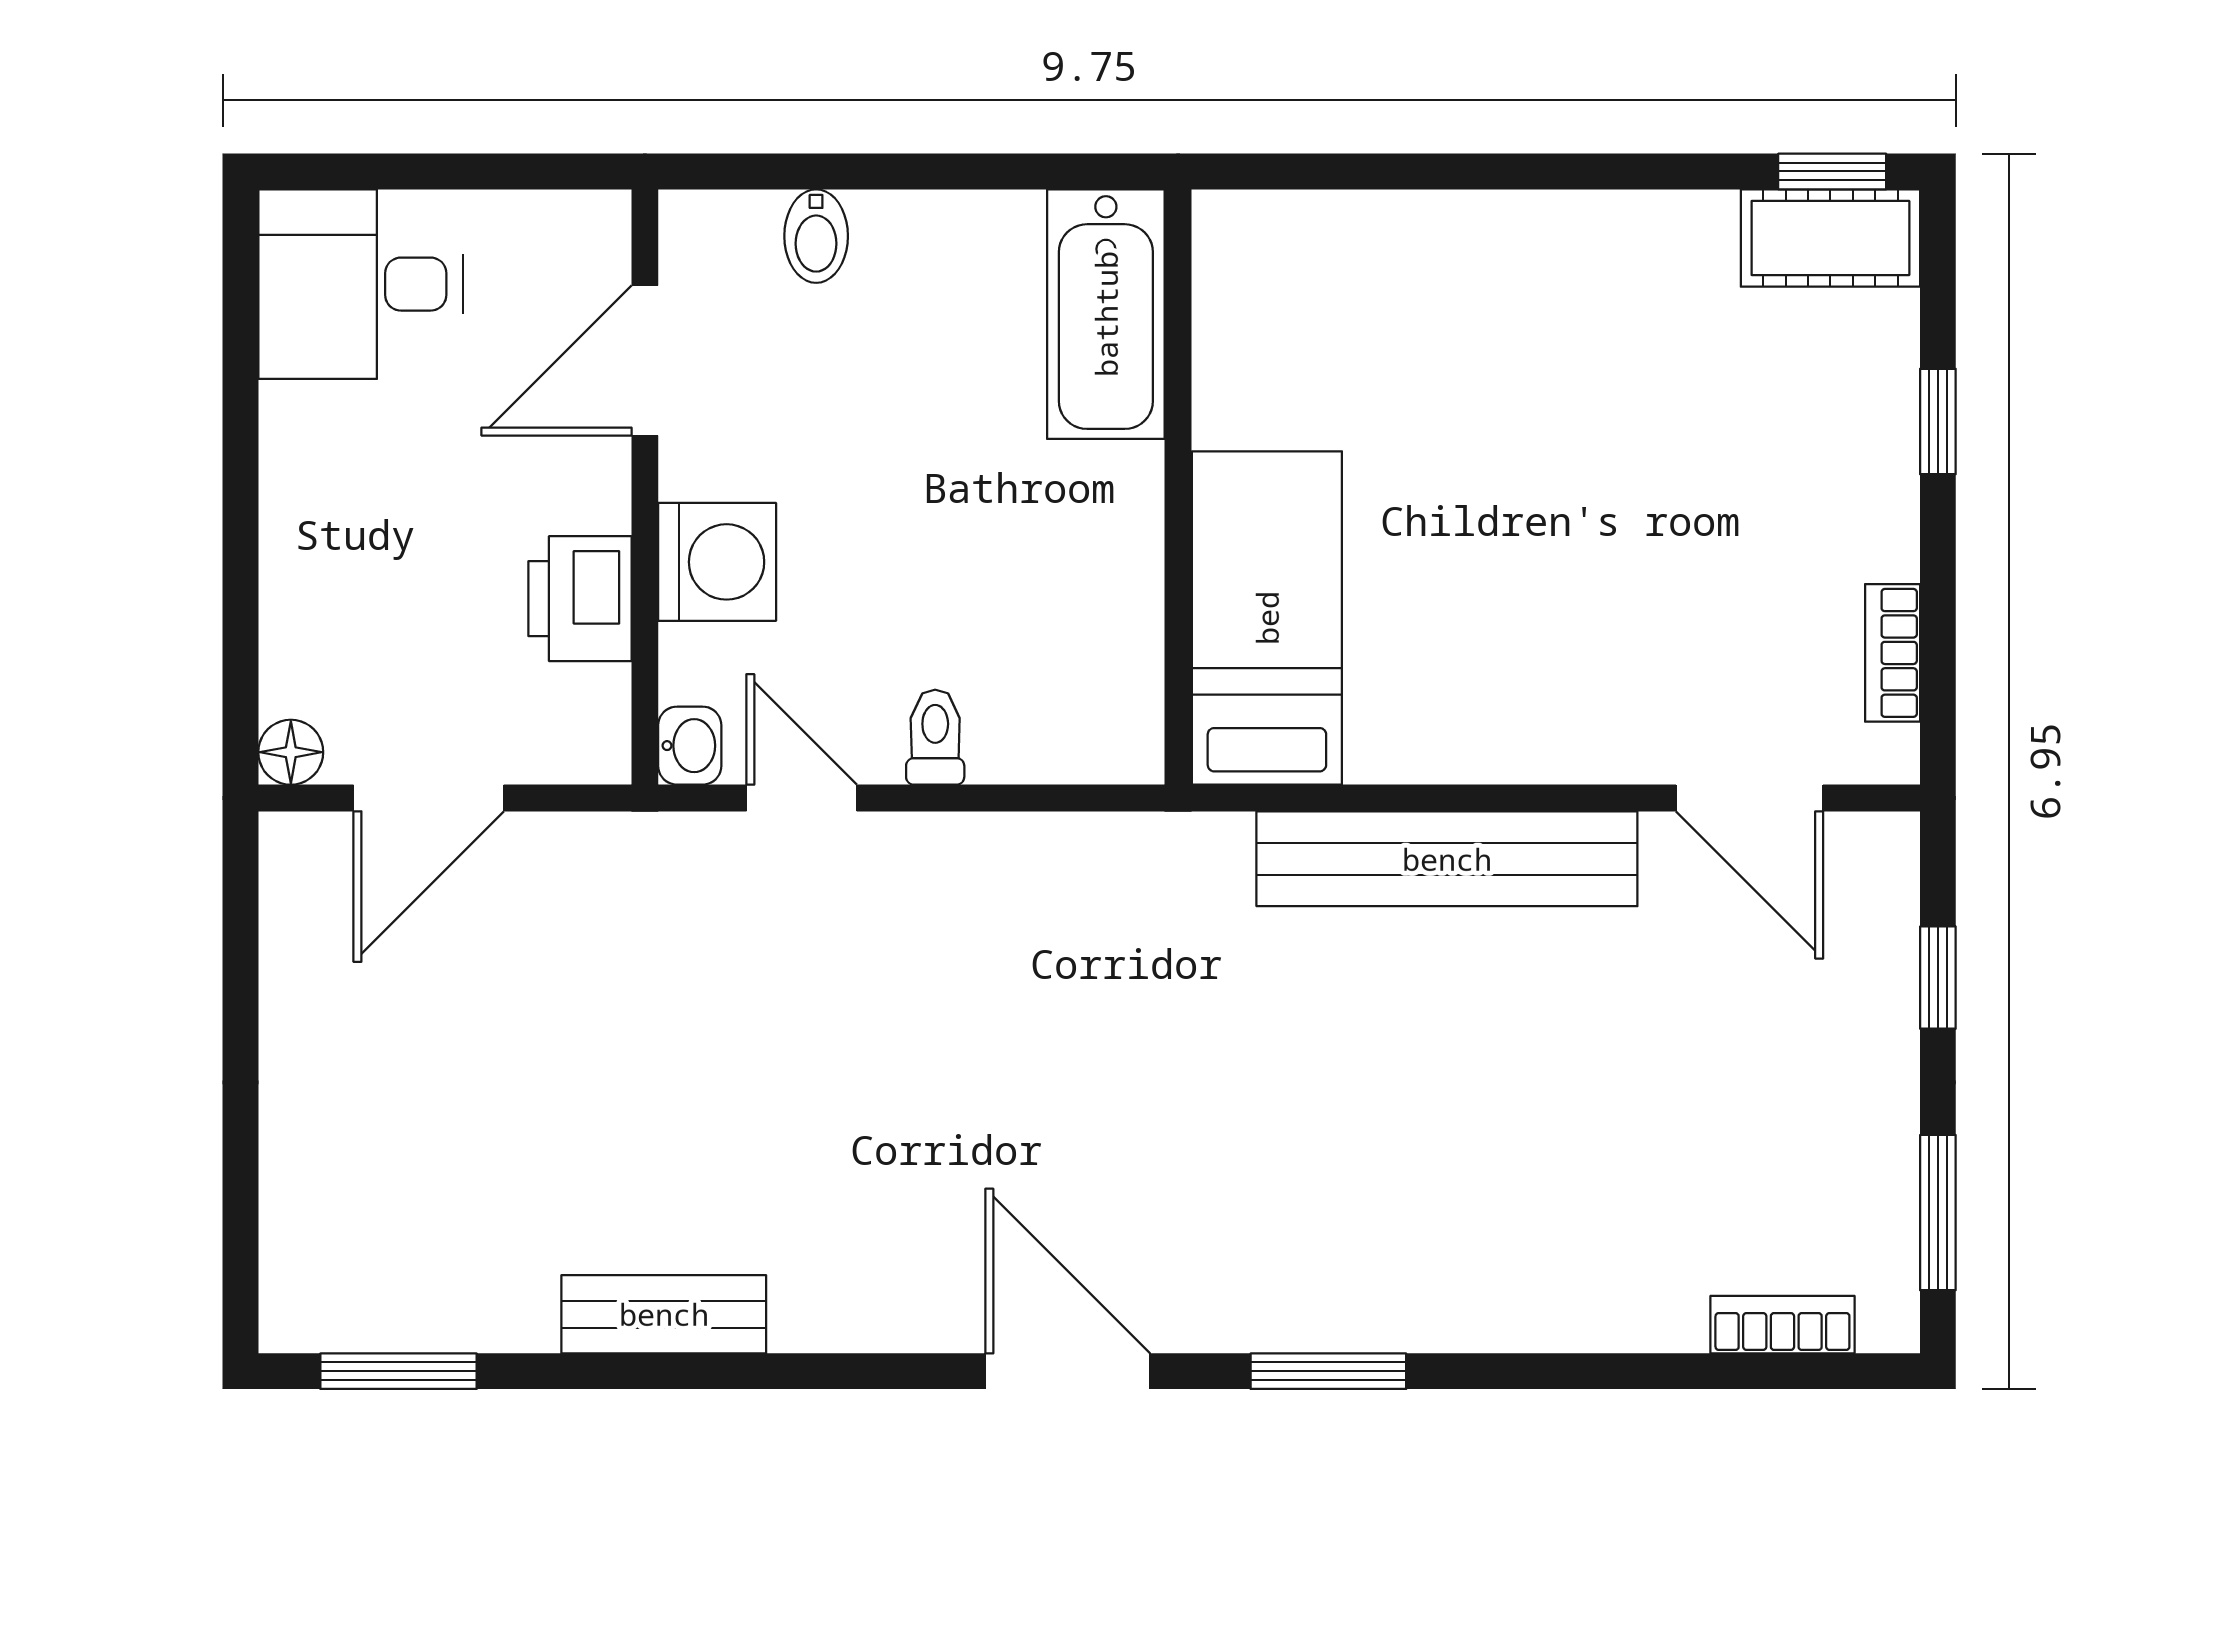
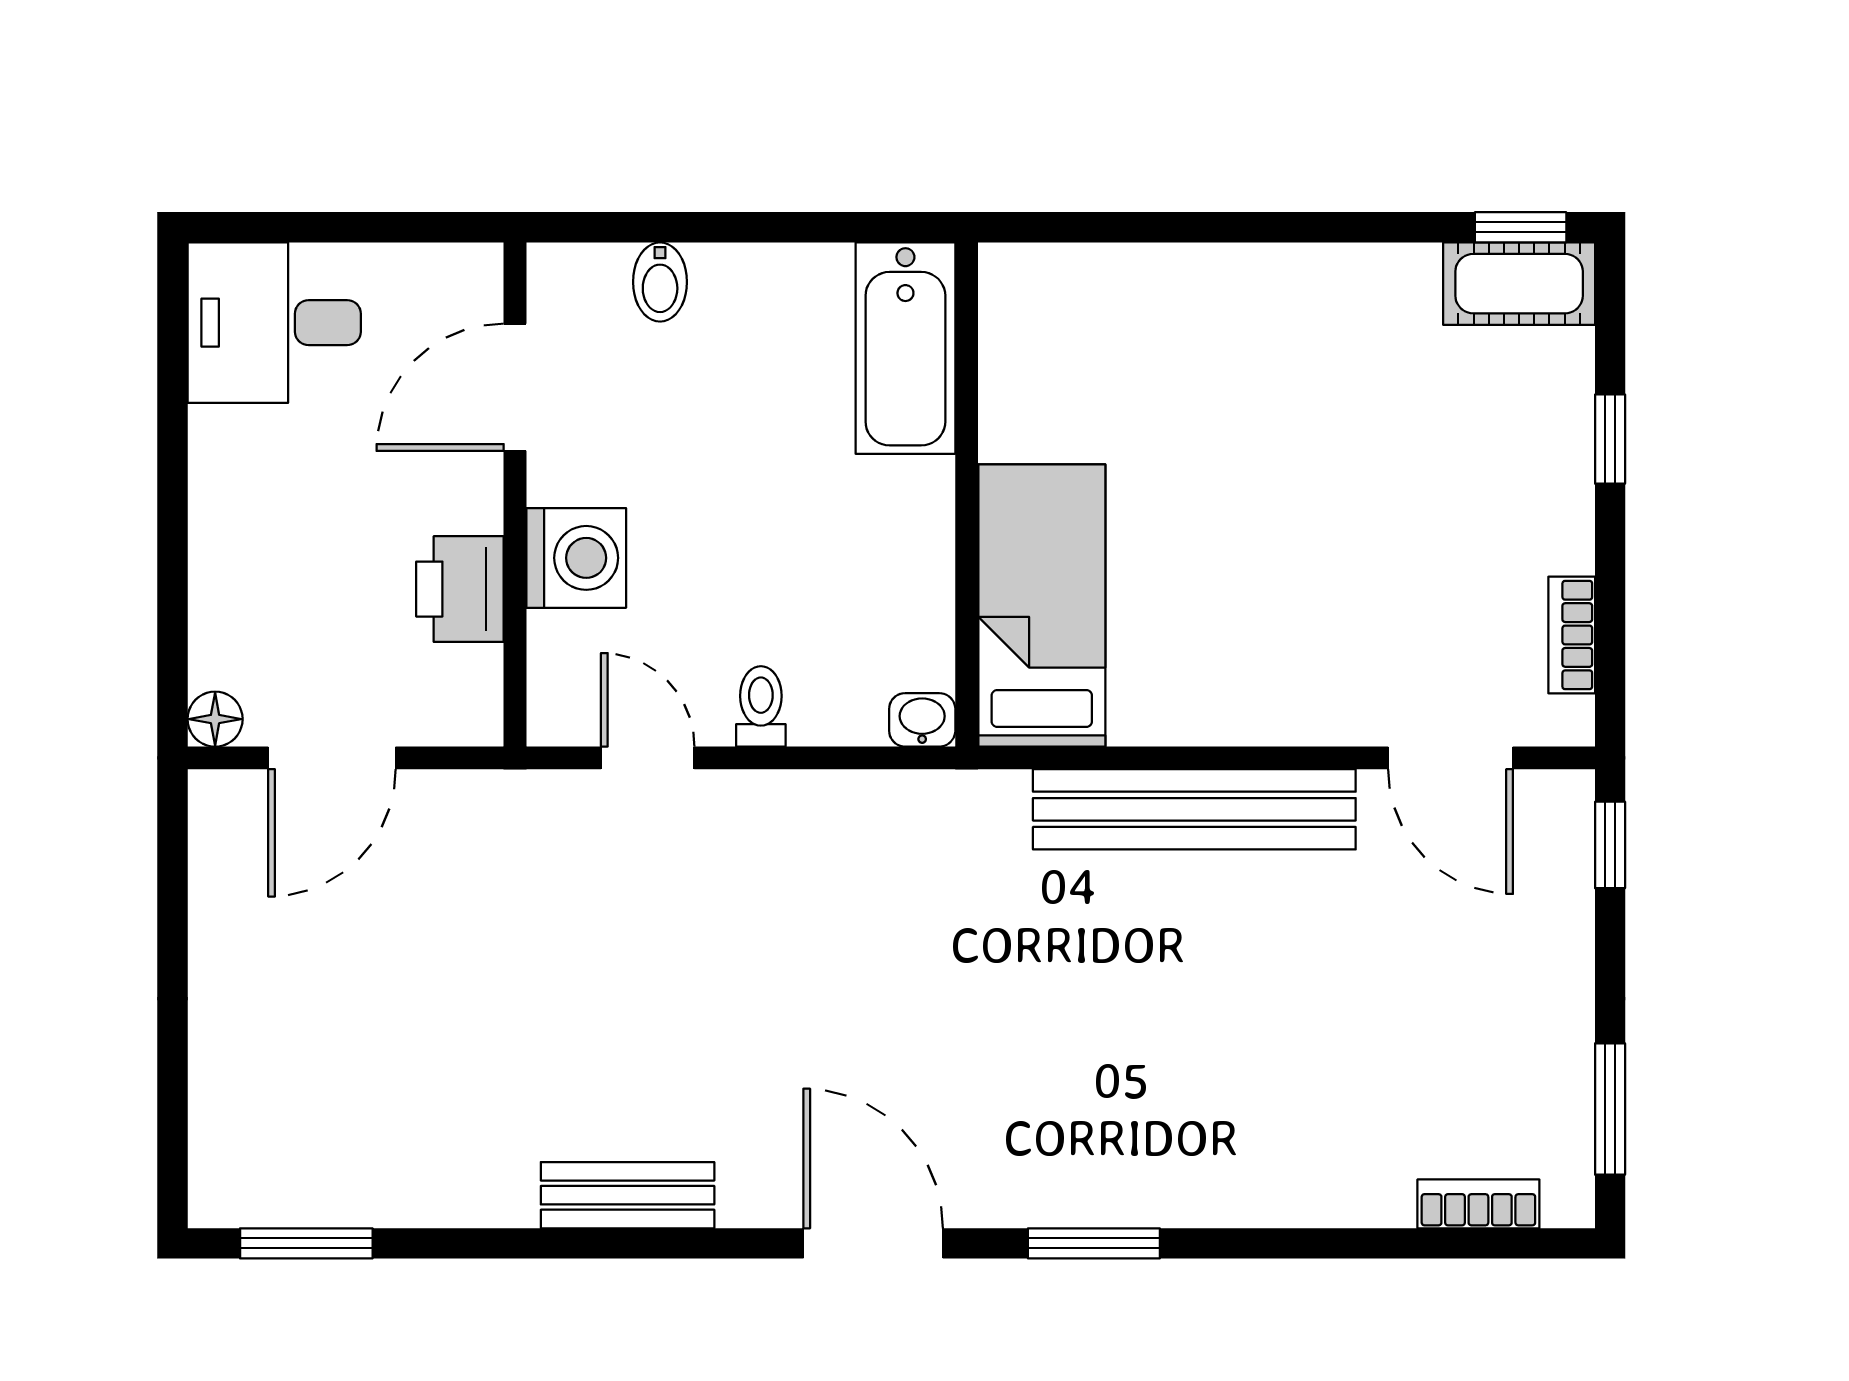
washbasin: (690, 746) -> (922, 720), moved, turned -90
window: (1938, 978) -> (1610, 845), moved
bench: (664, 1314) -> (628, 1195), moved

